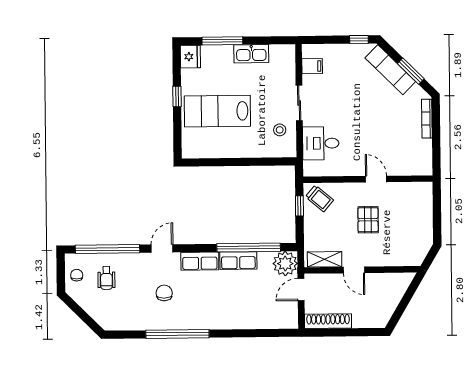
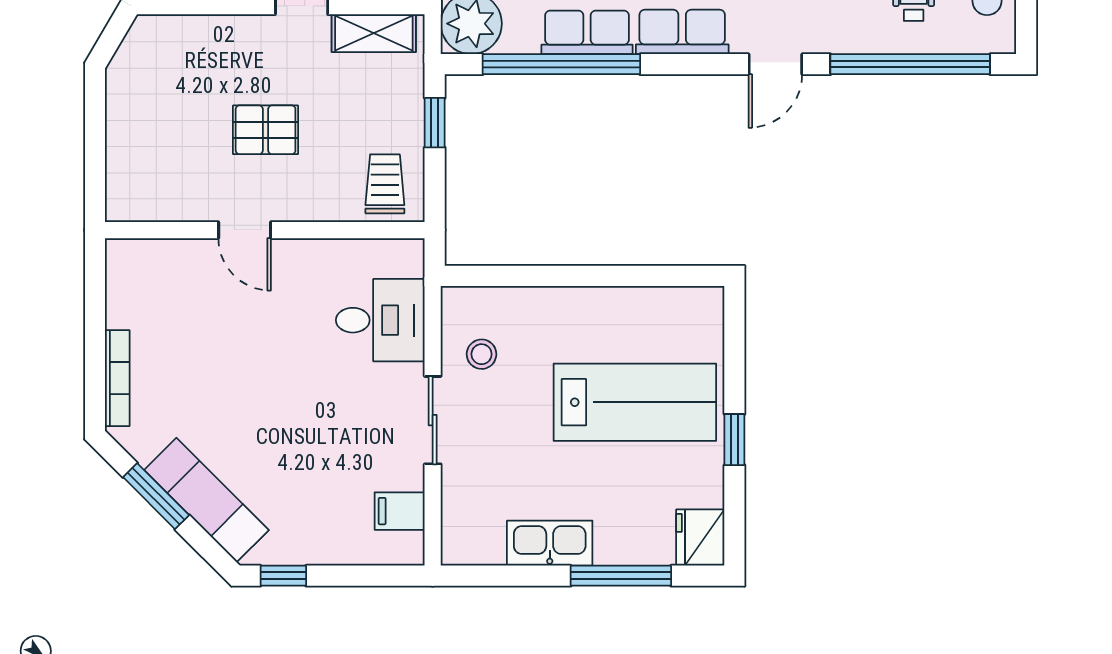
trolley: (319, 198) -> (385, 184), turned 50
window: (299, 206) -> (435, 123), moved
pallet: (368, 220) -> (266, 130), turned 90

